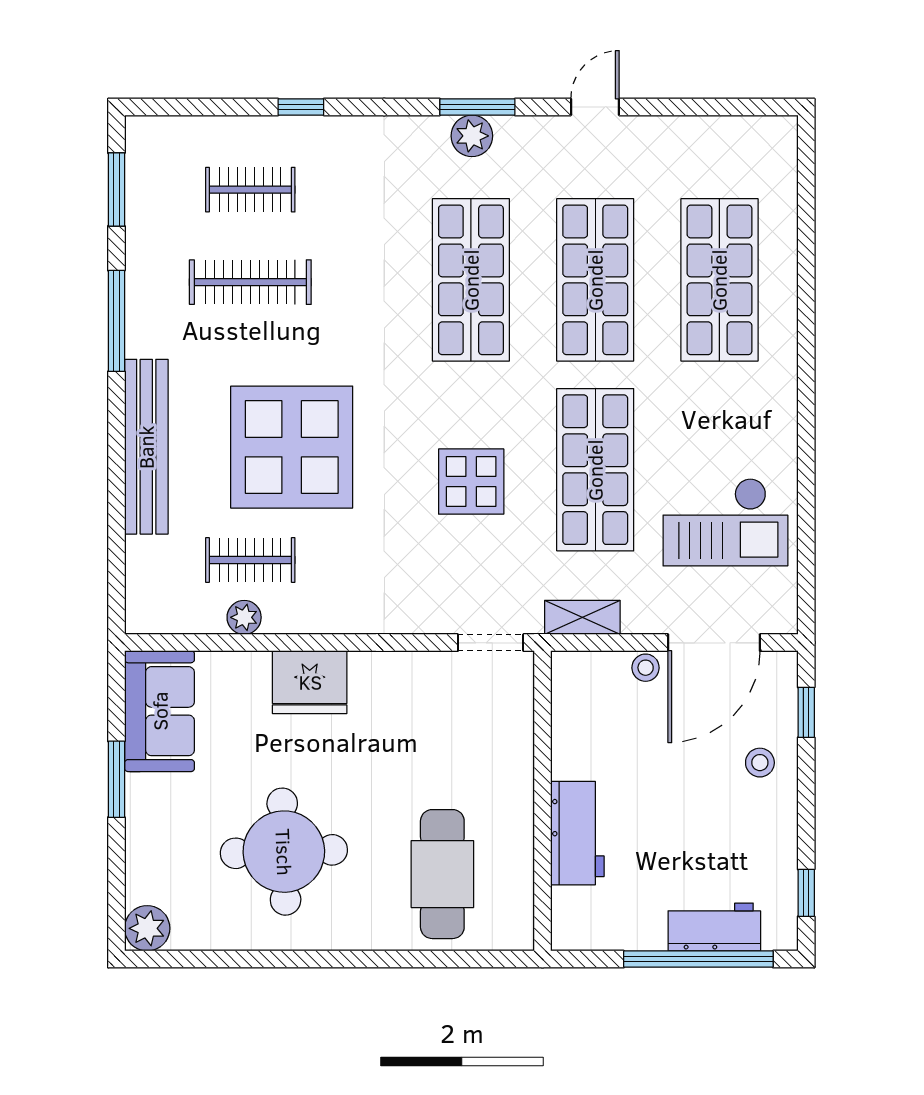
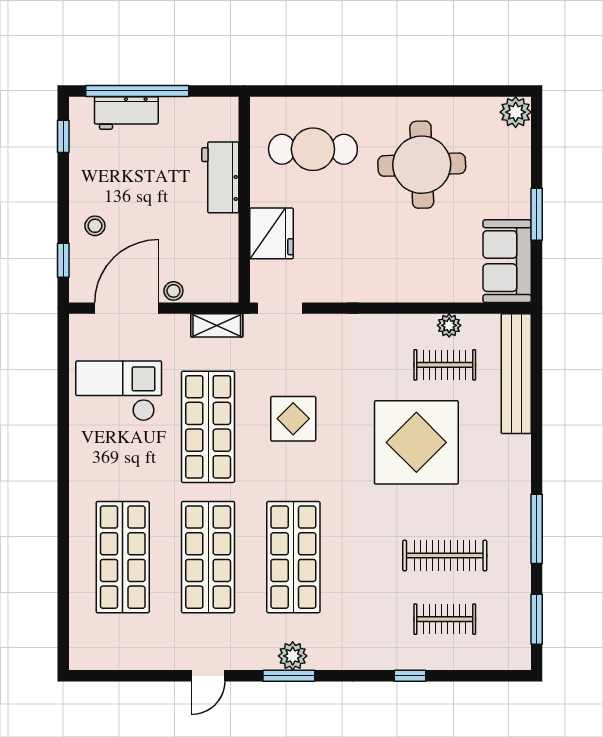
bench: (146, 447) -> (516, 374), moved
fridge: (310, 682) -> (271, 233), moved, turned 90
cafe table: (442, 874) -> (313, 149), turned 90

